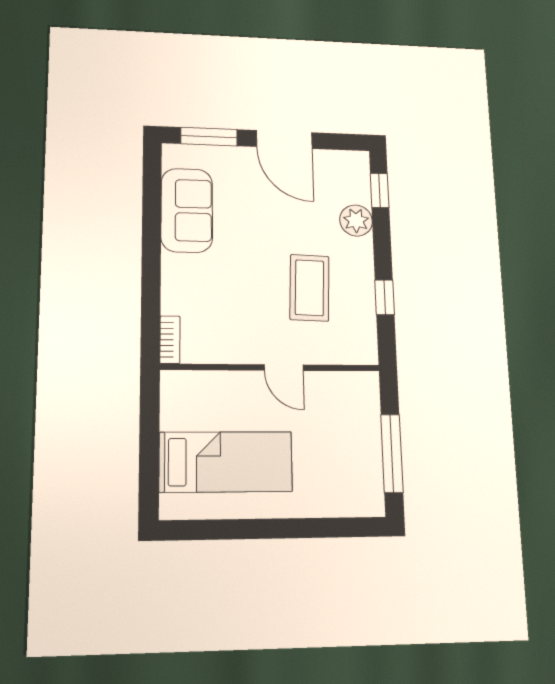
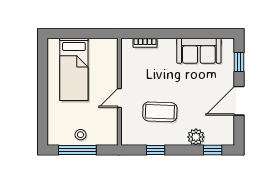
window: (209, 137) -> (239, 62), width x0.67
bookcase: (170, 340) -> (145, 43), moved
stool: (361, 447) -> (81, 135), added

